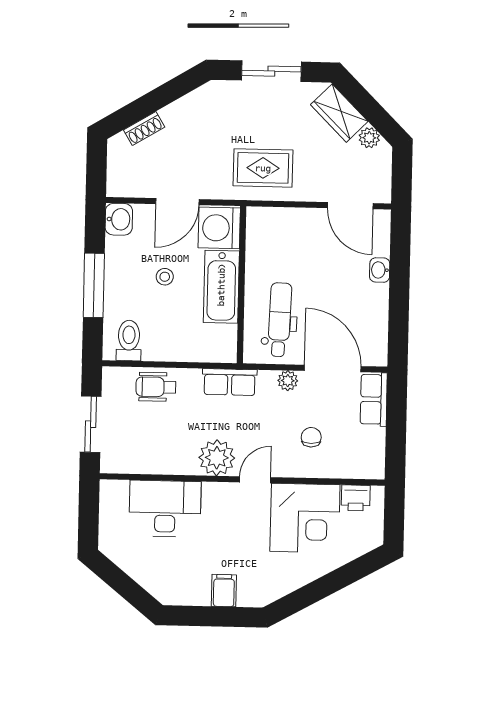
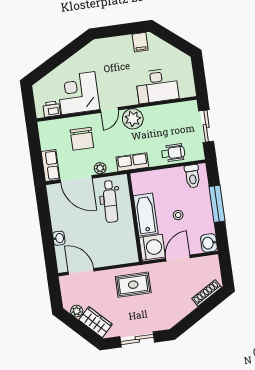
shoe rack: (144, 129) -> (207, 293), width x1.43
chair: (311, 437) -> (82, 139), width x1.87, depth x1.87
filing cabinet: (224, 591) -> (140, 42), moved

